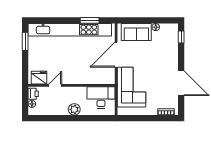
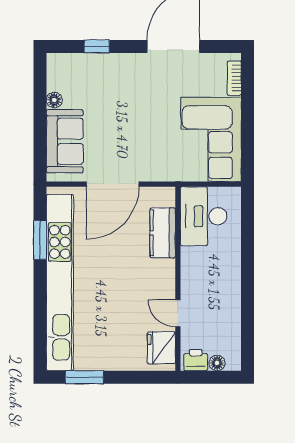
window: (181, 37) -> (97, 46), moved
door: (116, 55) -> (113, 184), hinge flipped
kitchen counter: (93, 78) -> (163, 233), added
corner sofa: (131, 87) -> (211, 139), moved, turned -90
plant: (74, 109) -> (229, 273), removed

